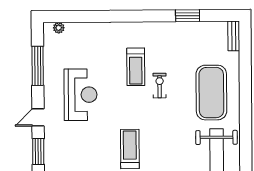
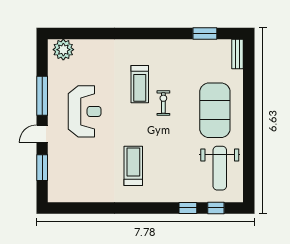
window: (188, 16) -> (205, 33), moved
plant: (59, 28) -> (63, 50), width x1.88, depth x1.88
window: (38, 66) -> (42, 96), moved

